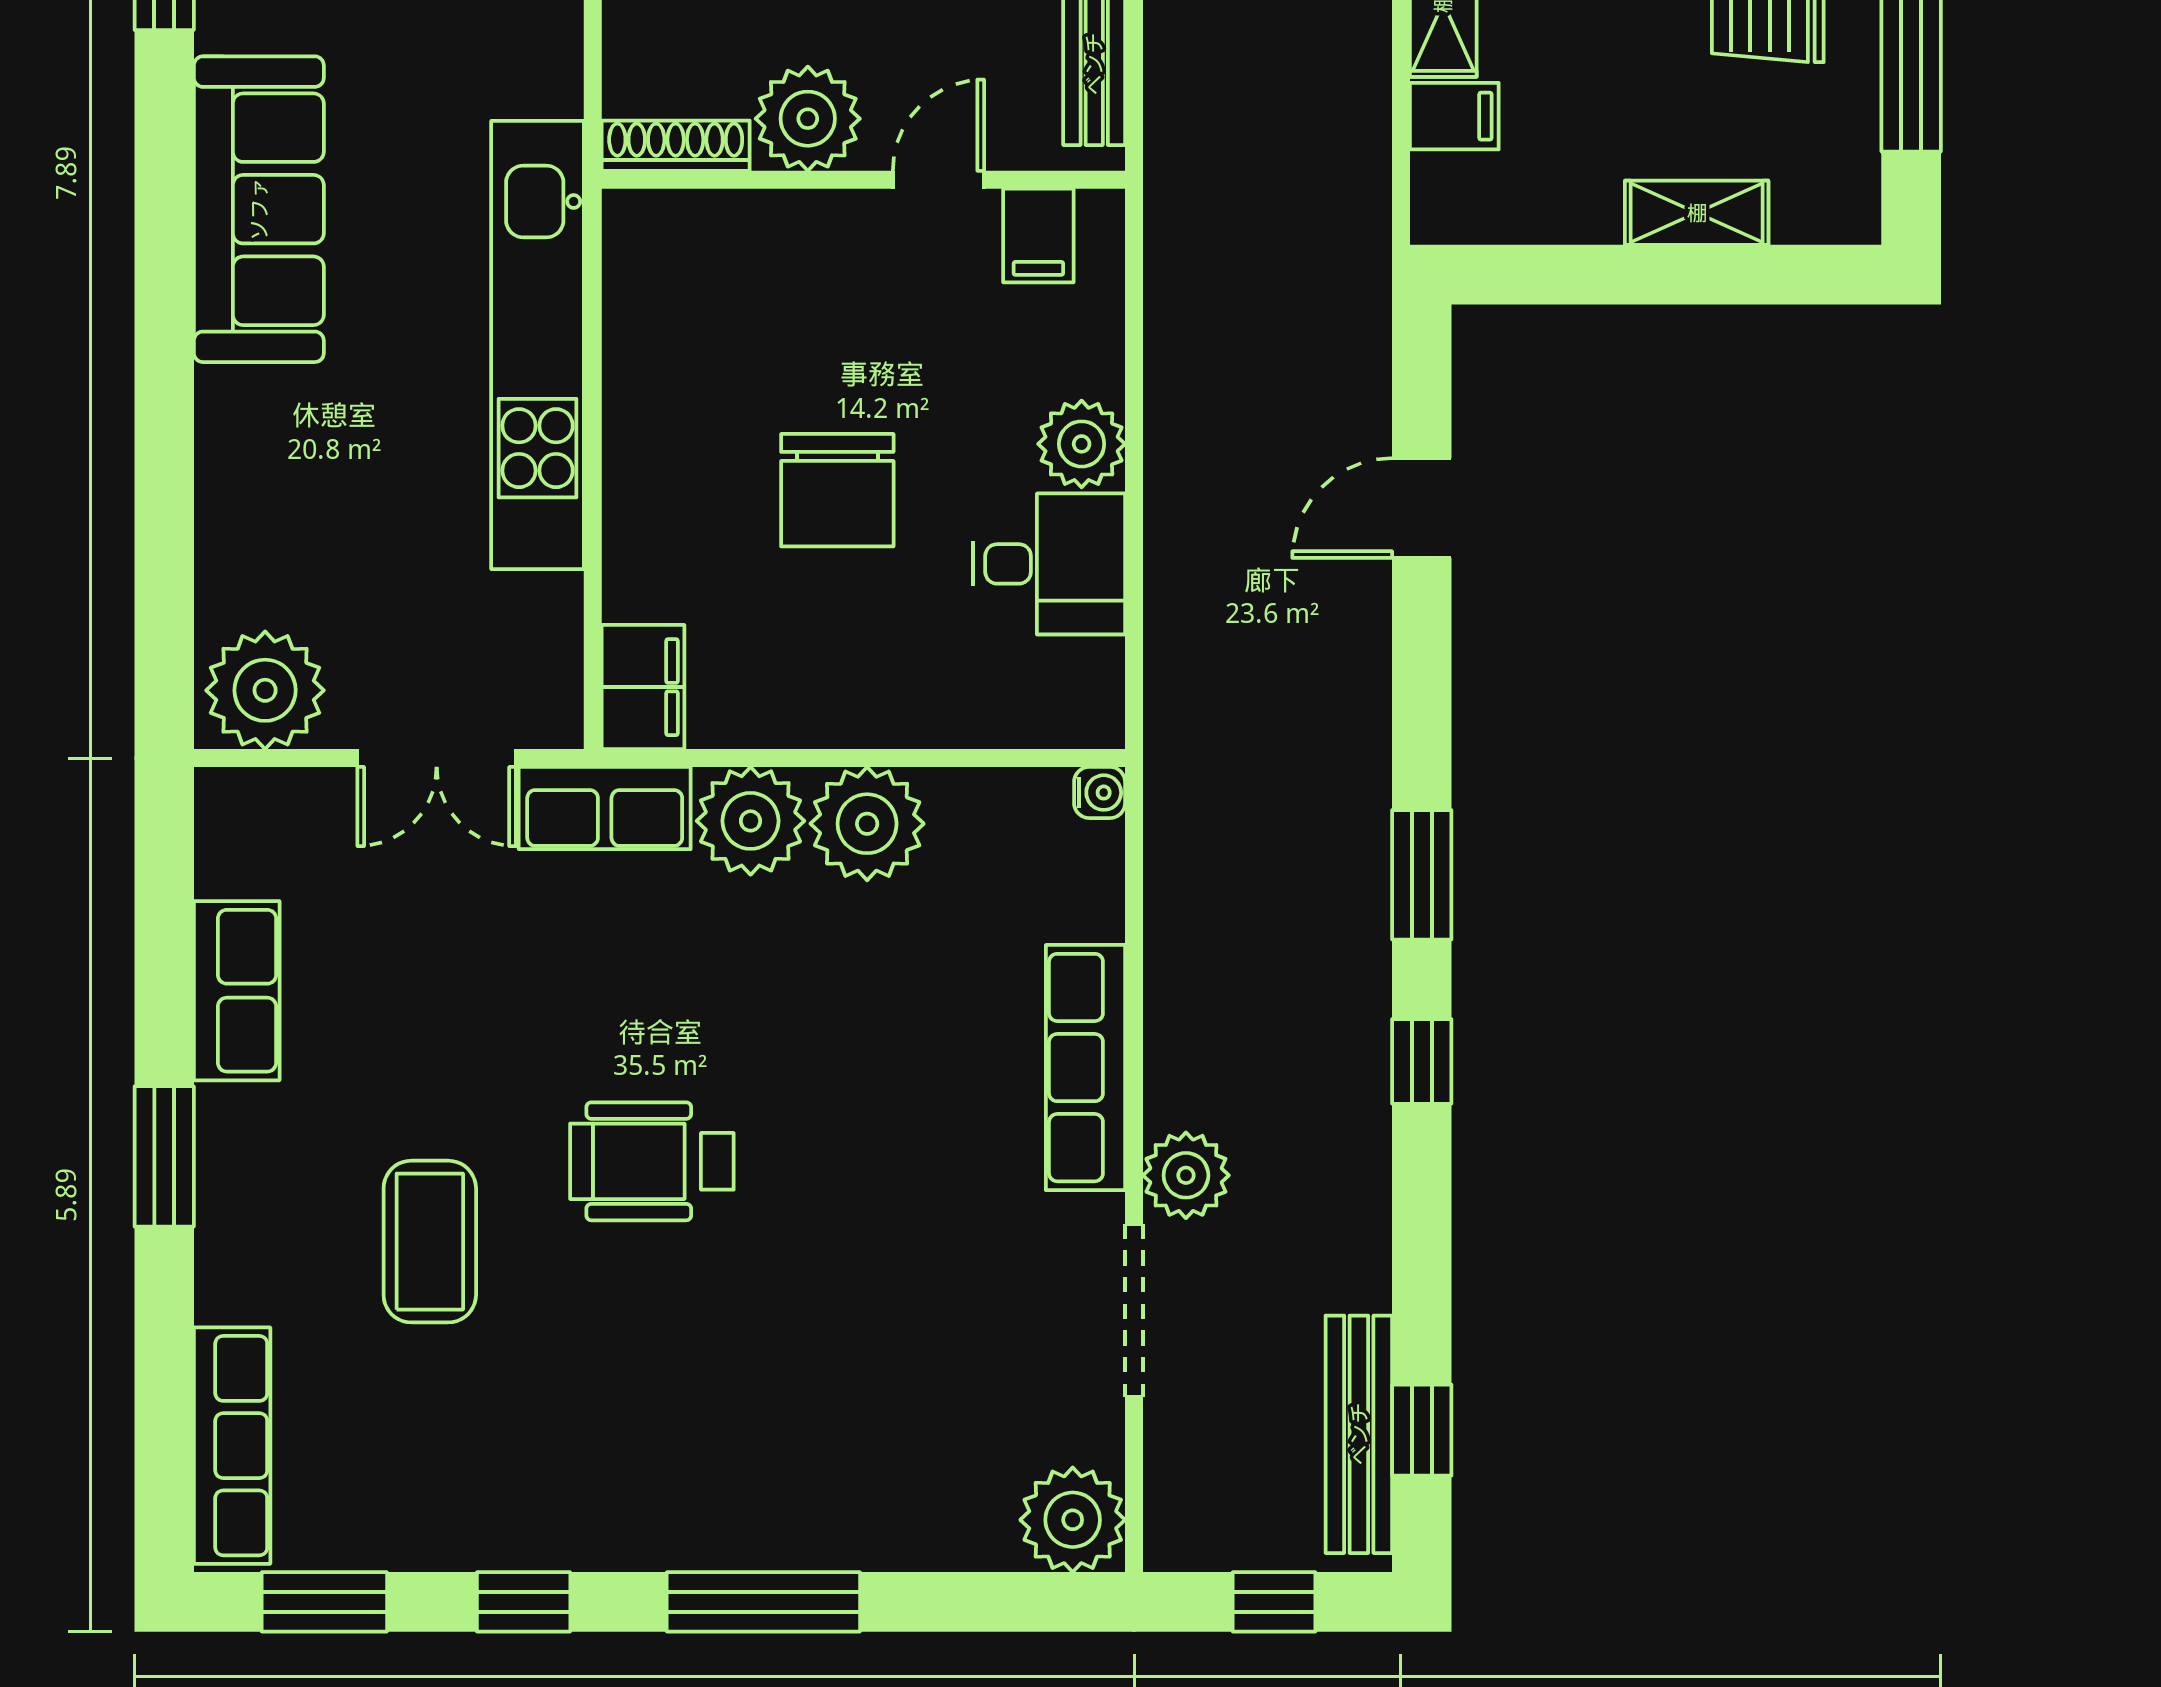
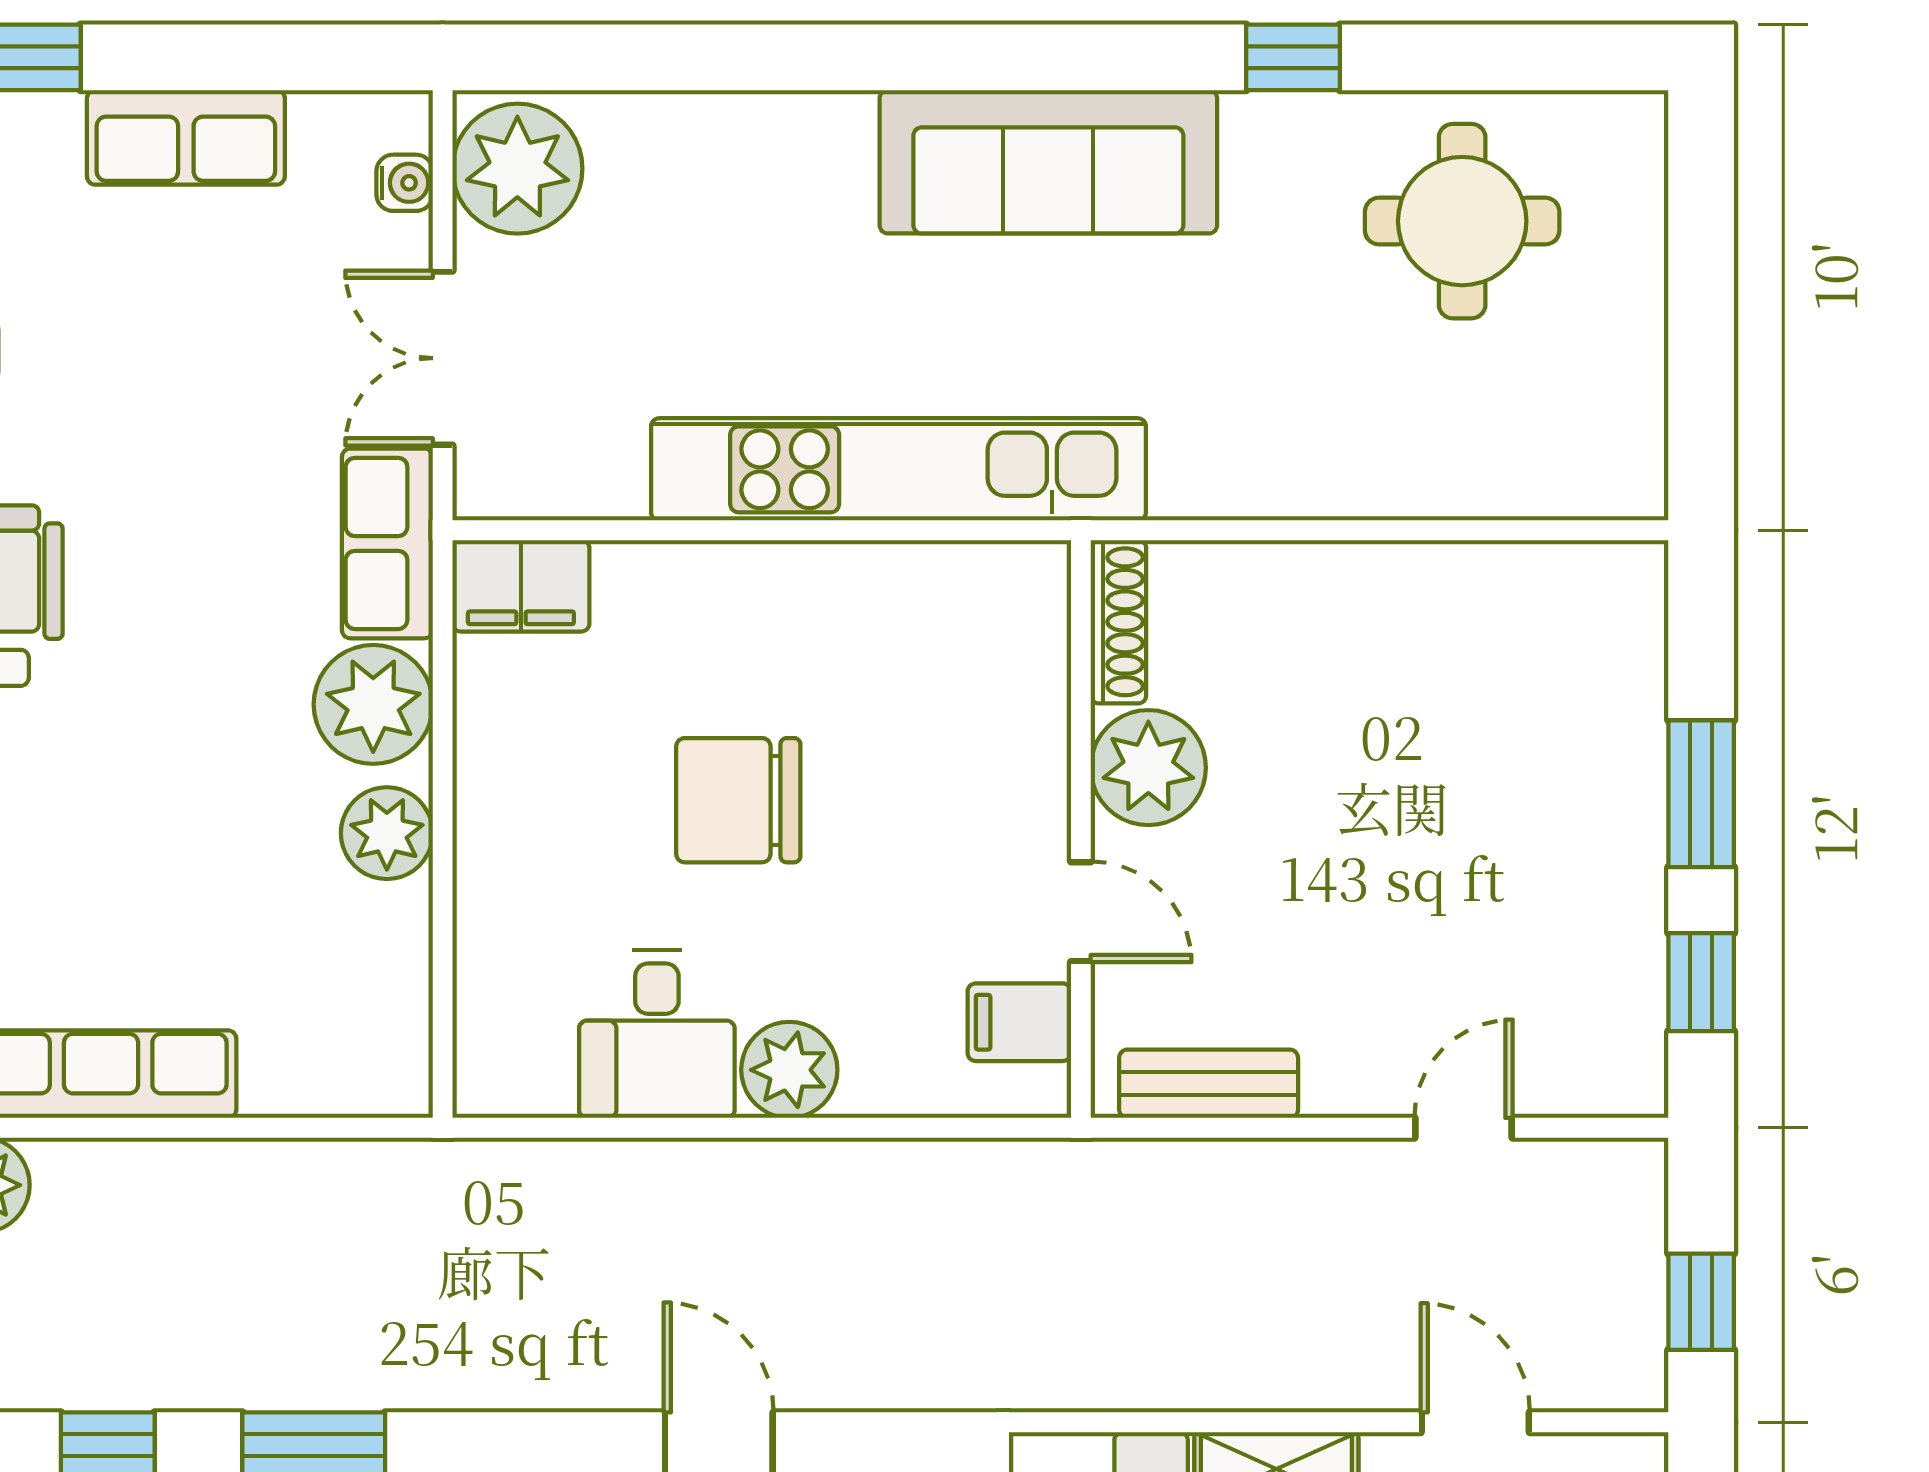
water cooler: (1100, 793) -> (405, 183), moved, turned -90
plant: (867, 824) -> (387, 833), width x0.73, depth x0.73

